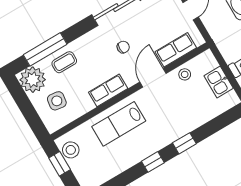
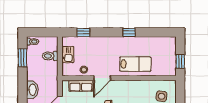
row of seats: (108, 90) -> (130, 85), removed
window: (184, 143) -> (83, 32), moved
stool: (71, 150) -> (170, 65), removed

